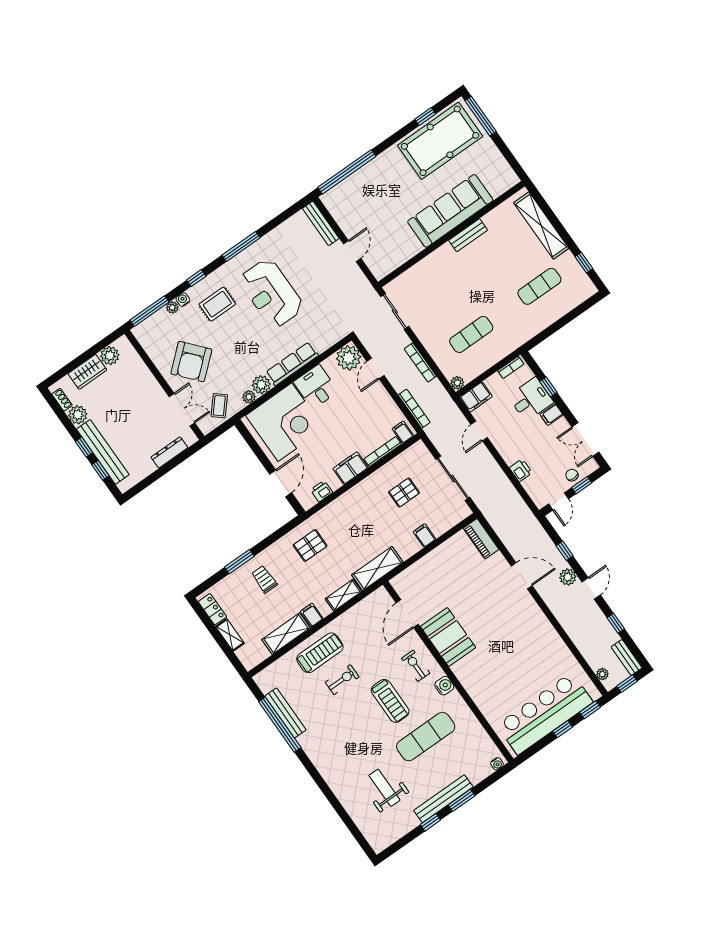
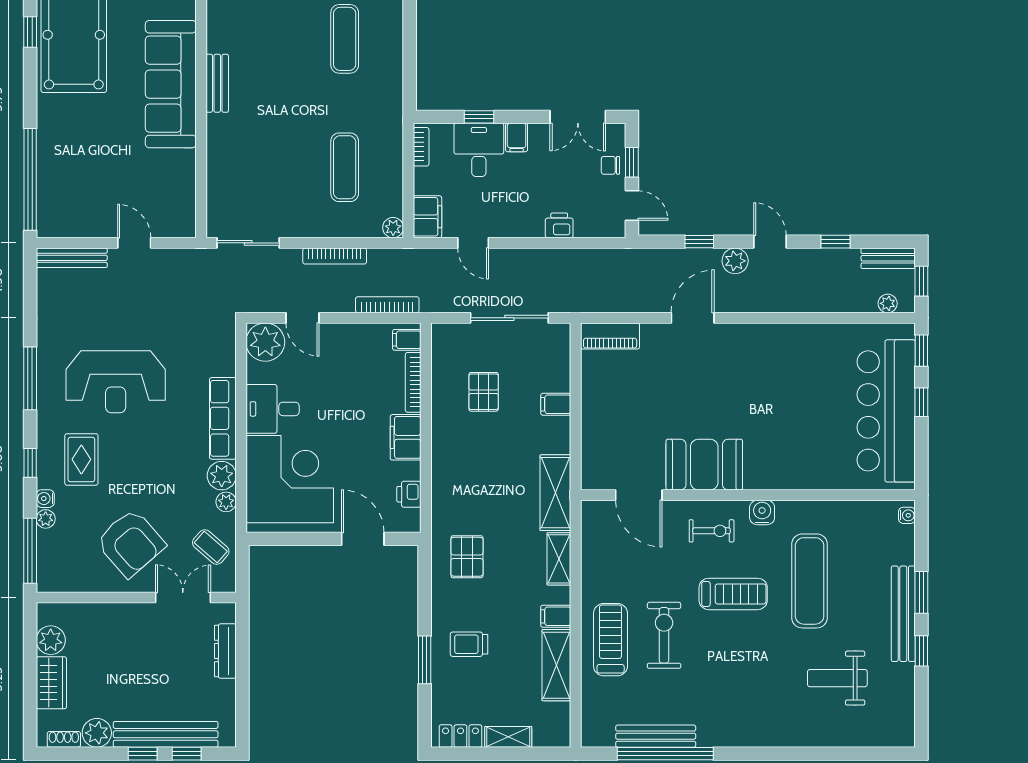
exercise bike: (416, 666) -> (712, 531), turned 180
exercise bike: (342, 680) -> (664, 635), width x1.38, depth x1.39

